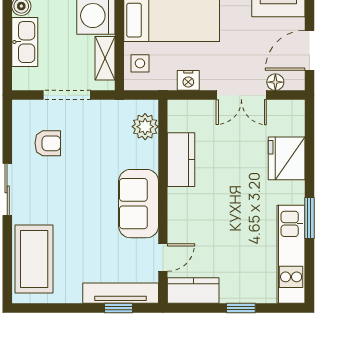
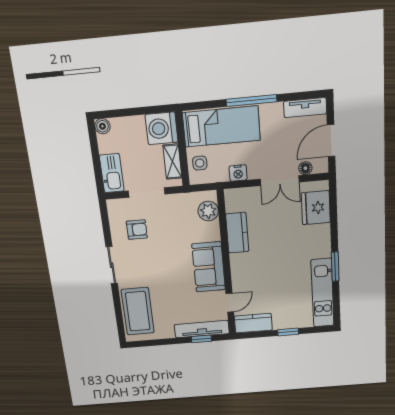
kitchen sink: (25, 42) -> (112, 173), moved
fridge: (287, 158) -> (316, 208), moved

